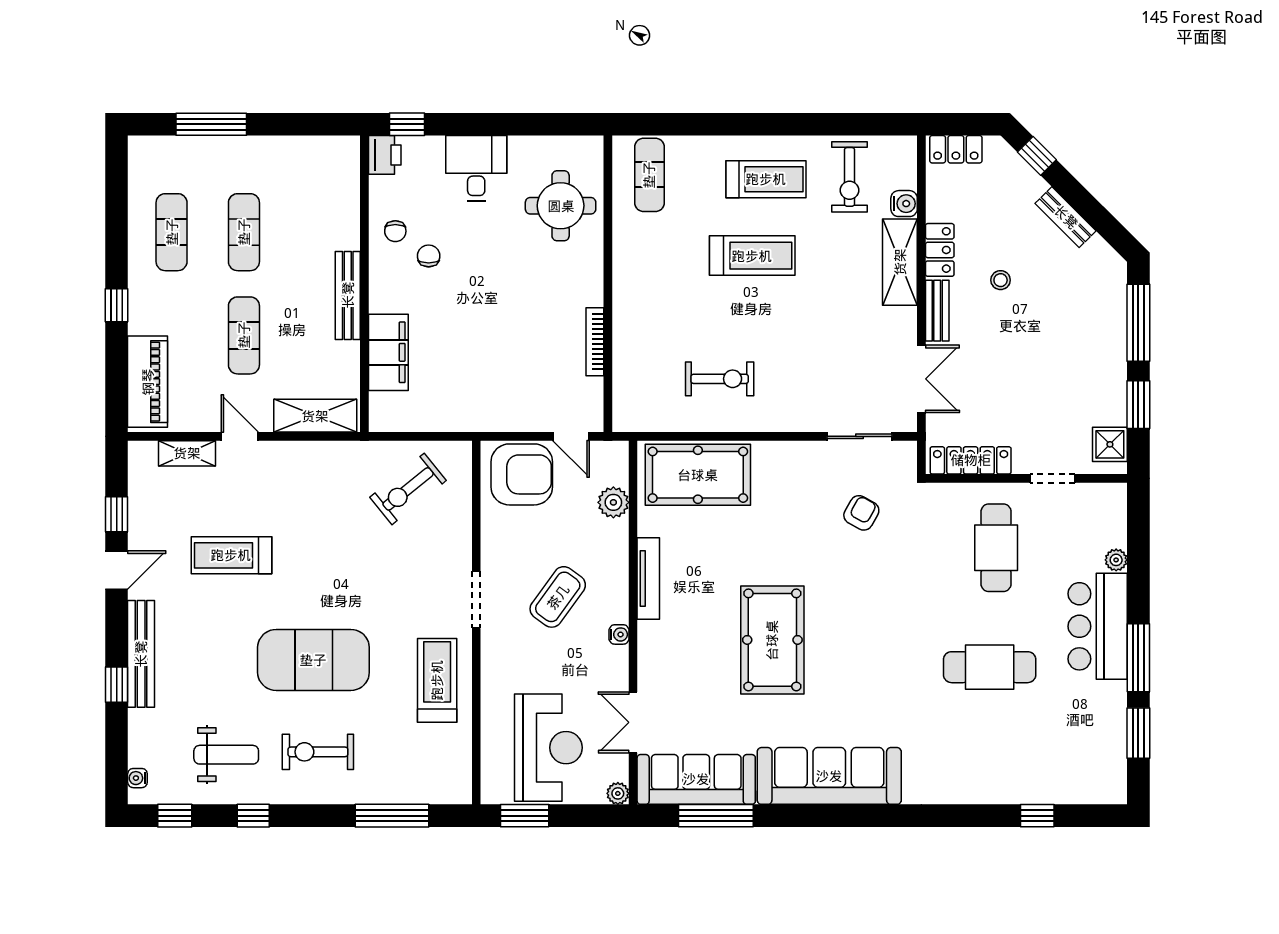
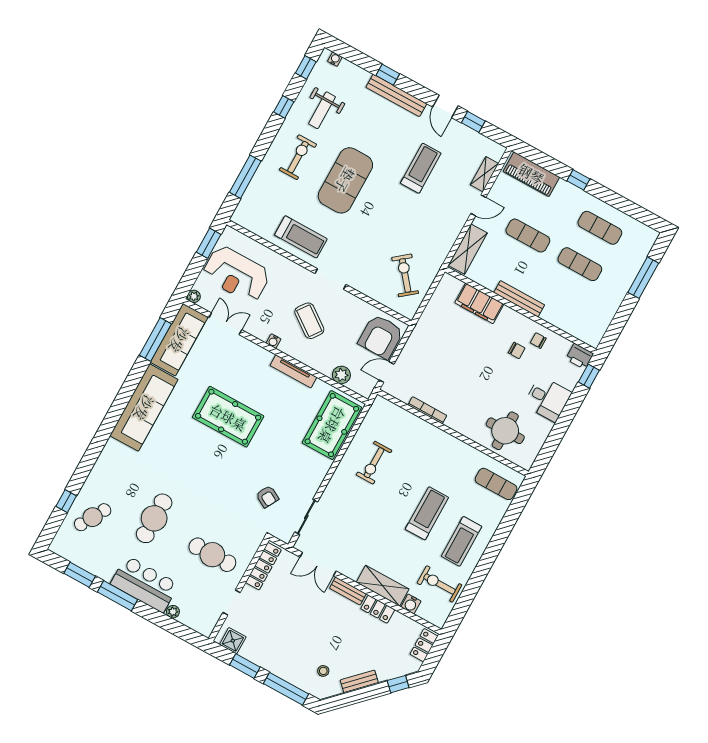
treadmill: (752, 256) -> (427, 513), turned 180
stool: (1001, 280) -> (323, 671), moved
cafe table: (1040, 762) -> (93, 517), added

